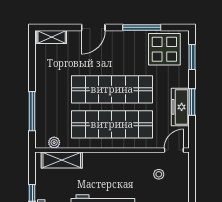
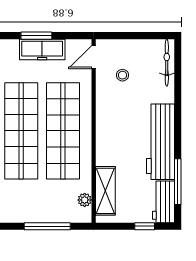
door: (174, 150) -> (94, 57), hinge flipped

